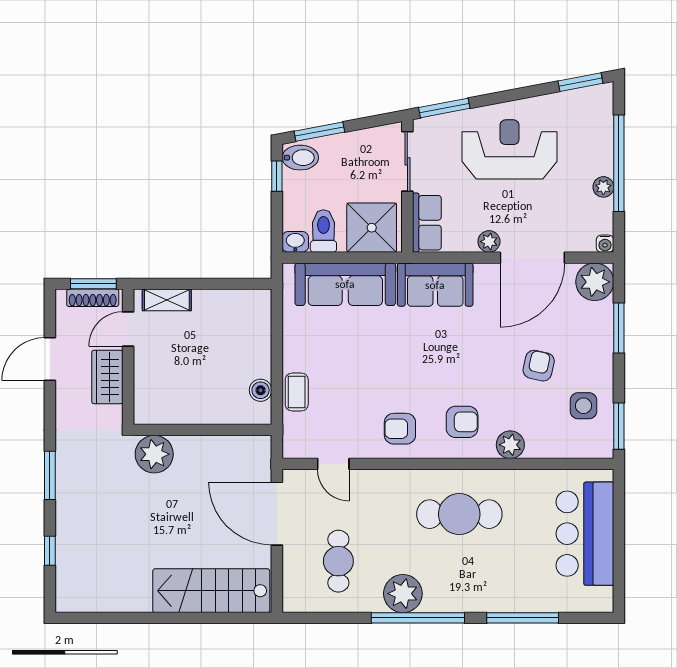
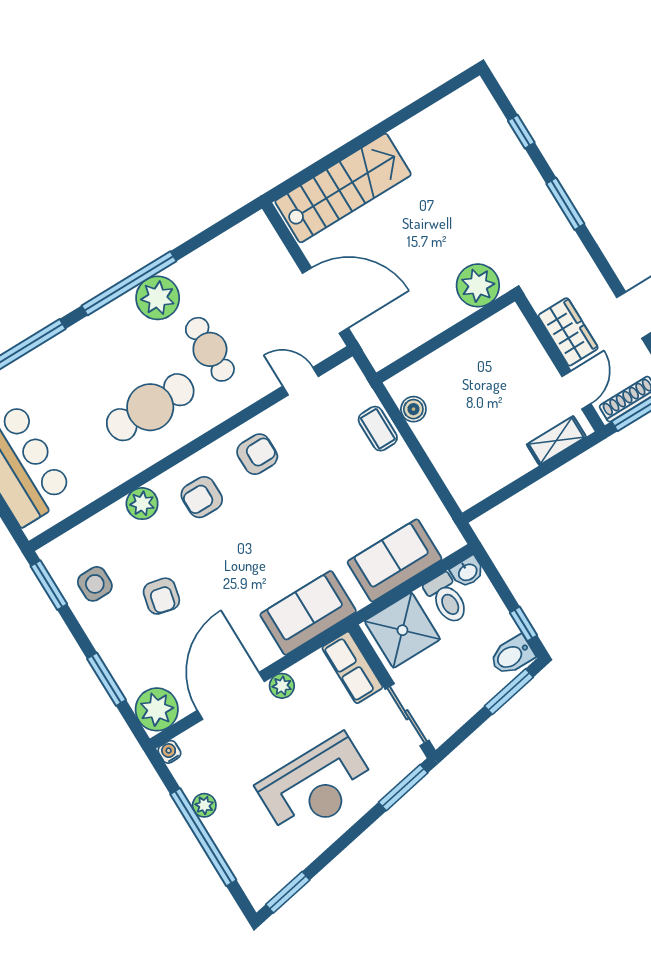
sofa: (345, 284) -> (395, 560), width x0.73
cafe table: (338, 561) -> (210, 349), moved

